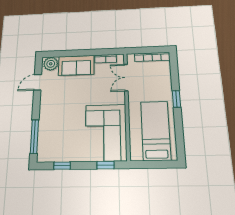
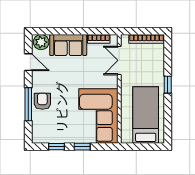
door: (38, 82) -> (28, 62), swing flipped
armchair: (49, 119) -> (42, 101), added
window: (34, 137) -> (28, 104), moved
window: (106, 165) -> (82, 147), moved

